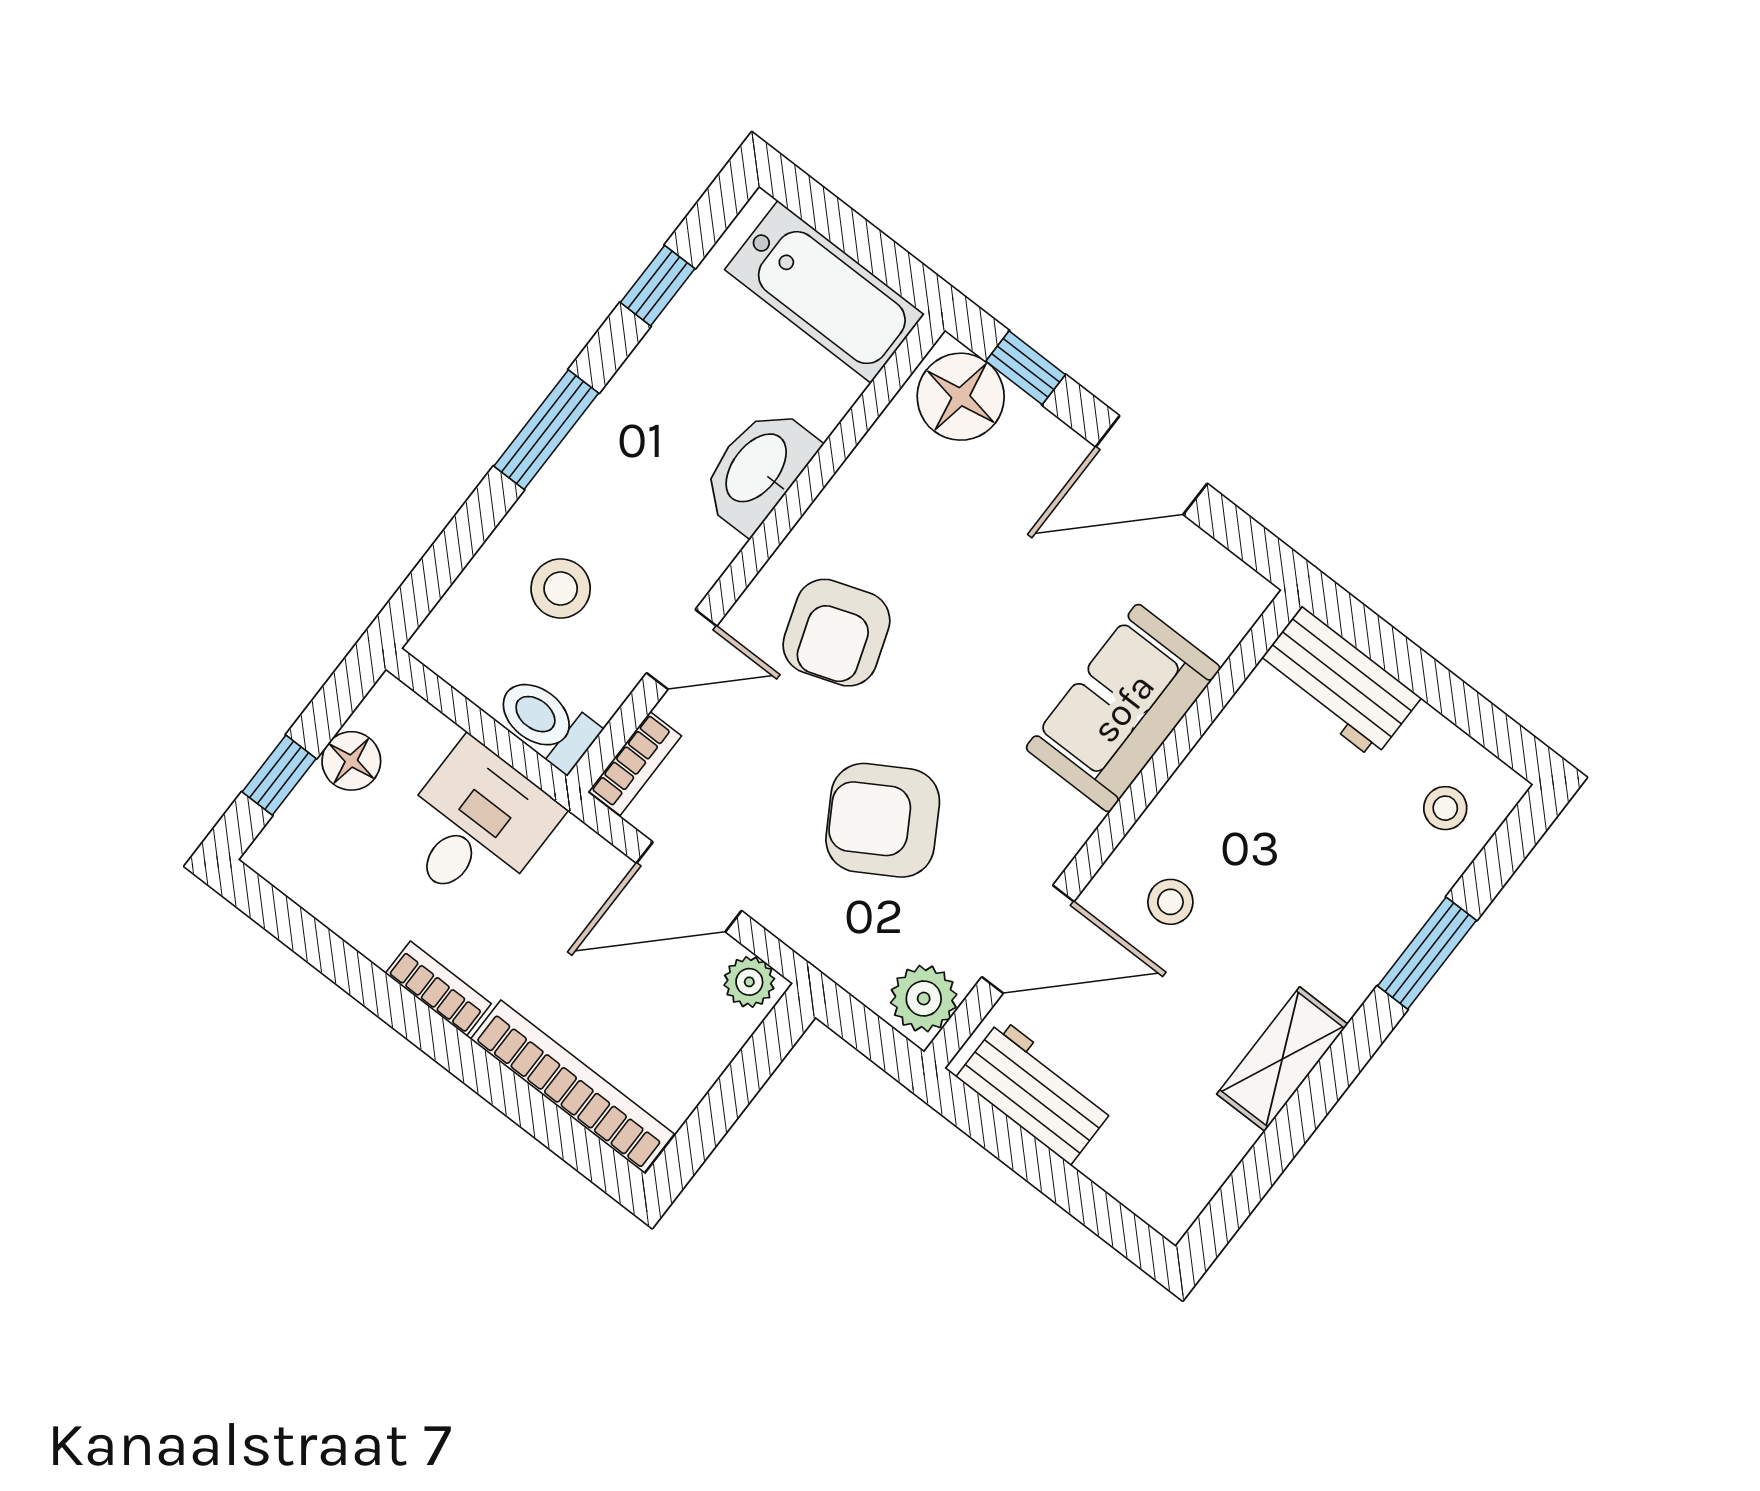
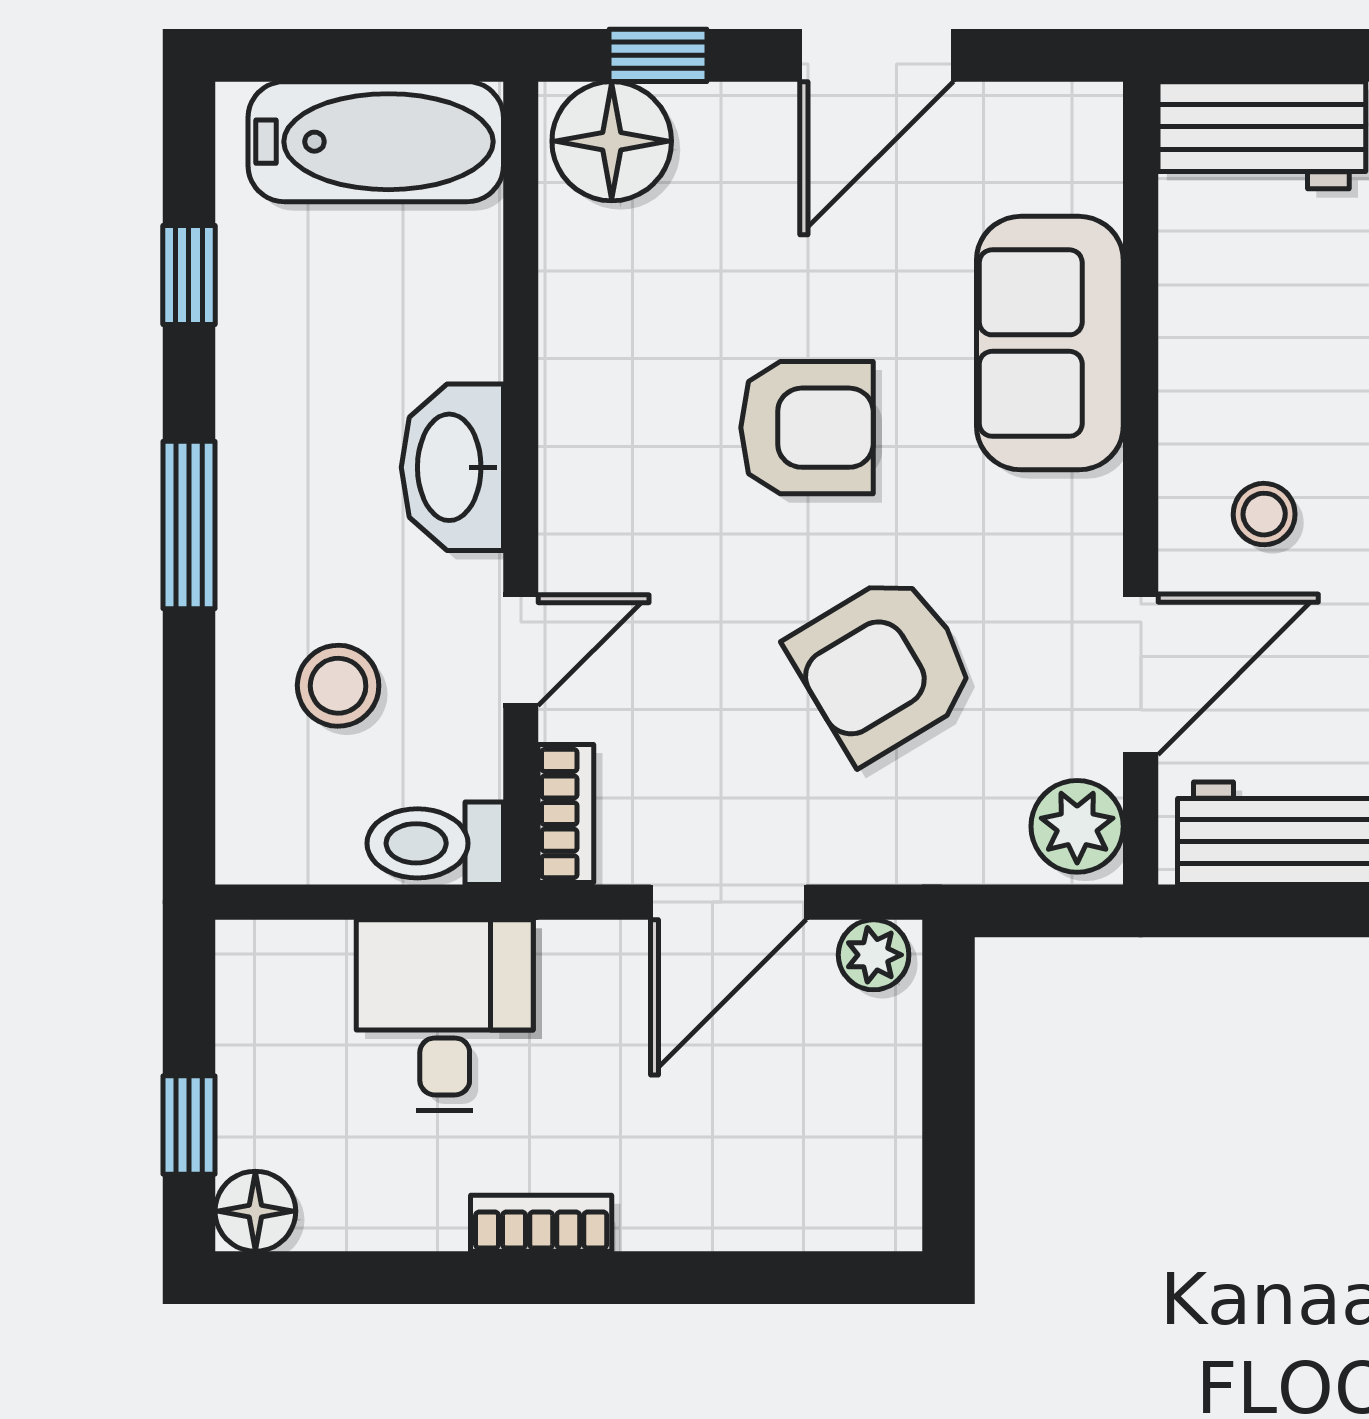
washbasin: (758, 469) -> (452, 467), moved
armchair: (836, 633) -> (807, 428), moved, turned -71
floor lamp: (351, 761) -> (255, 1211), moved
bookcase: (572, 1087) -> (769, 1217), removed

